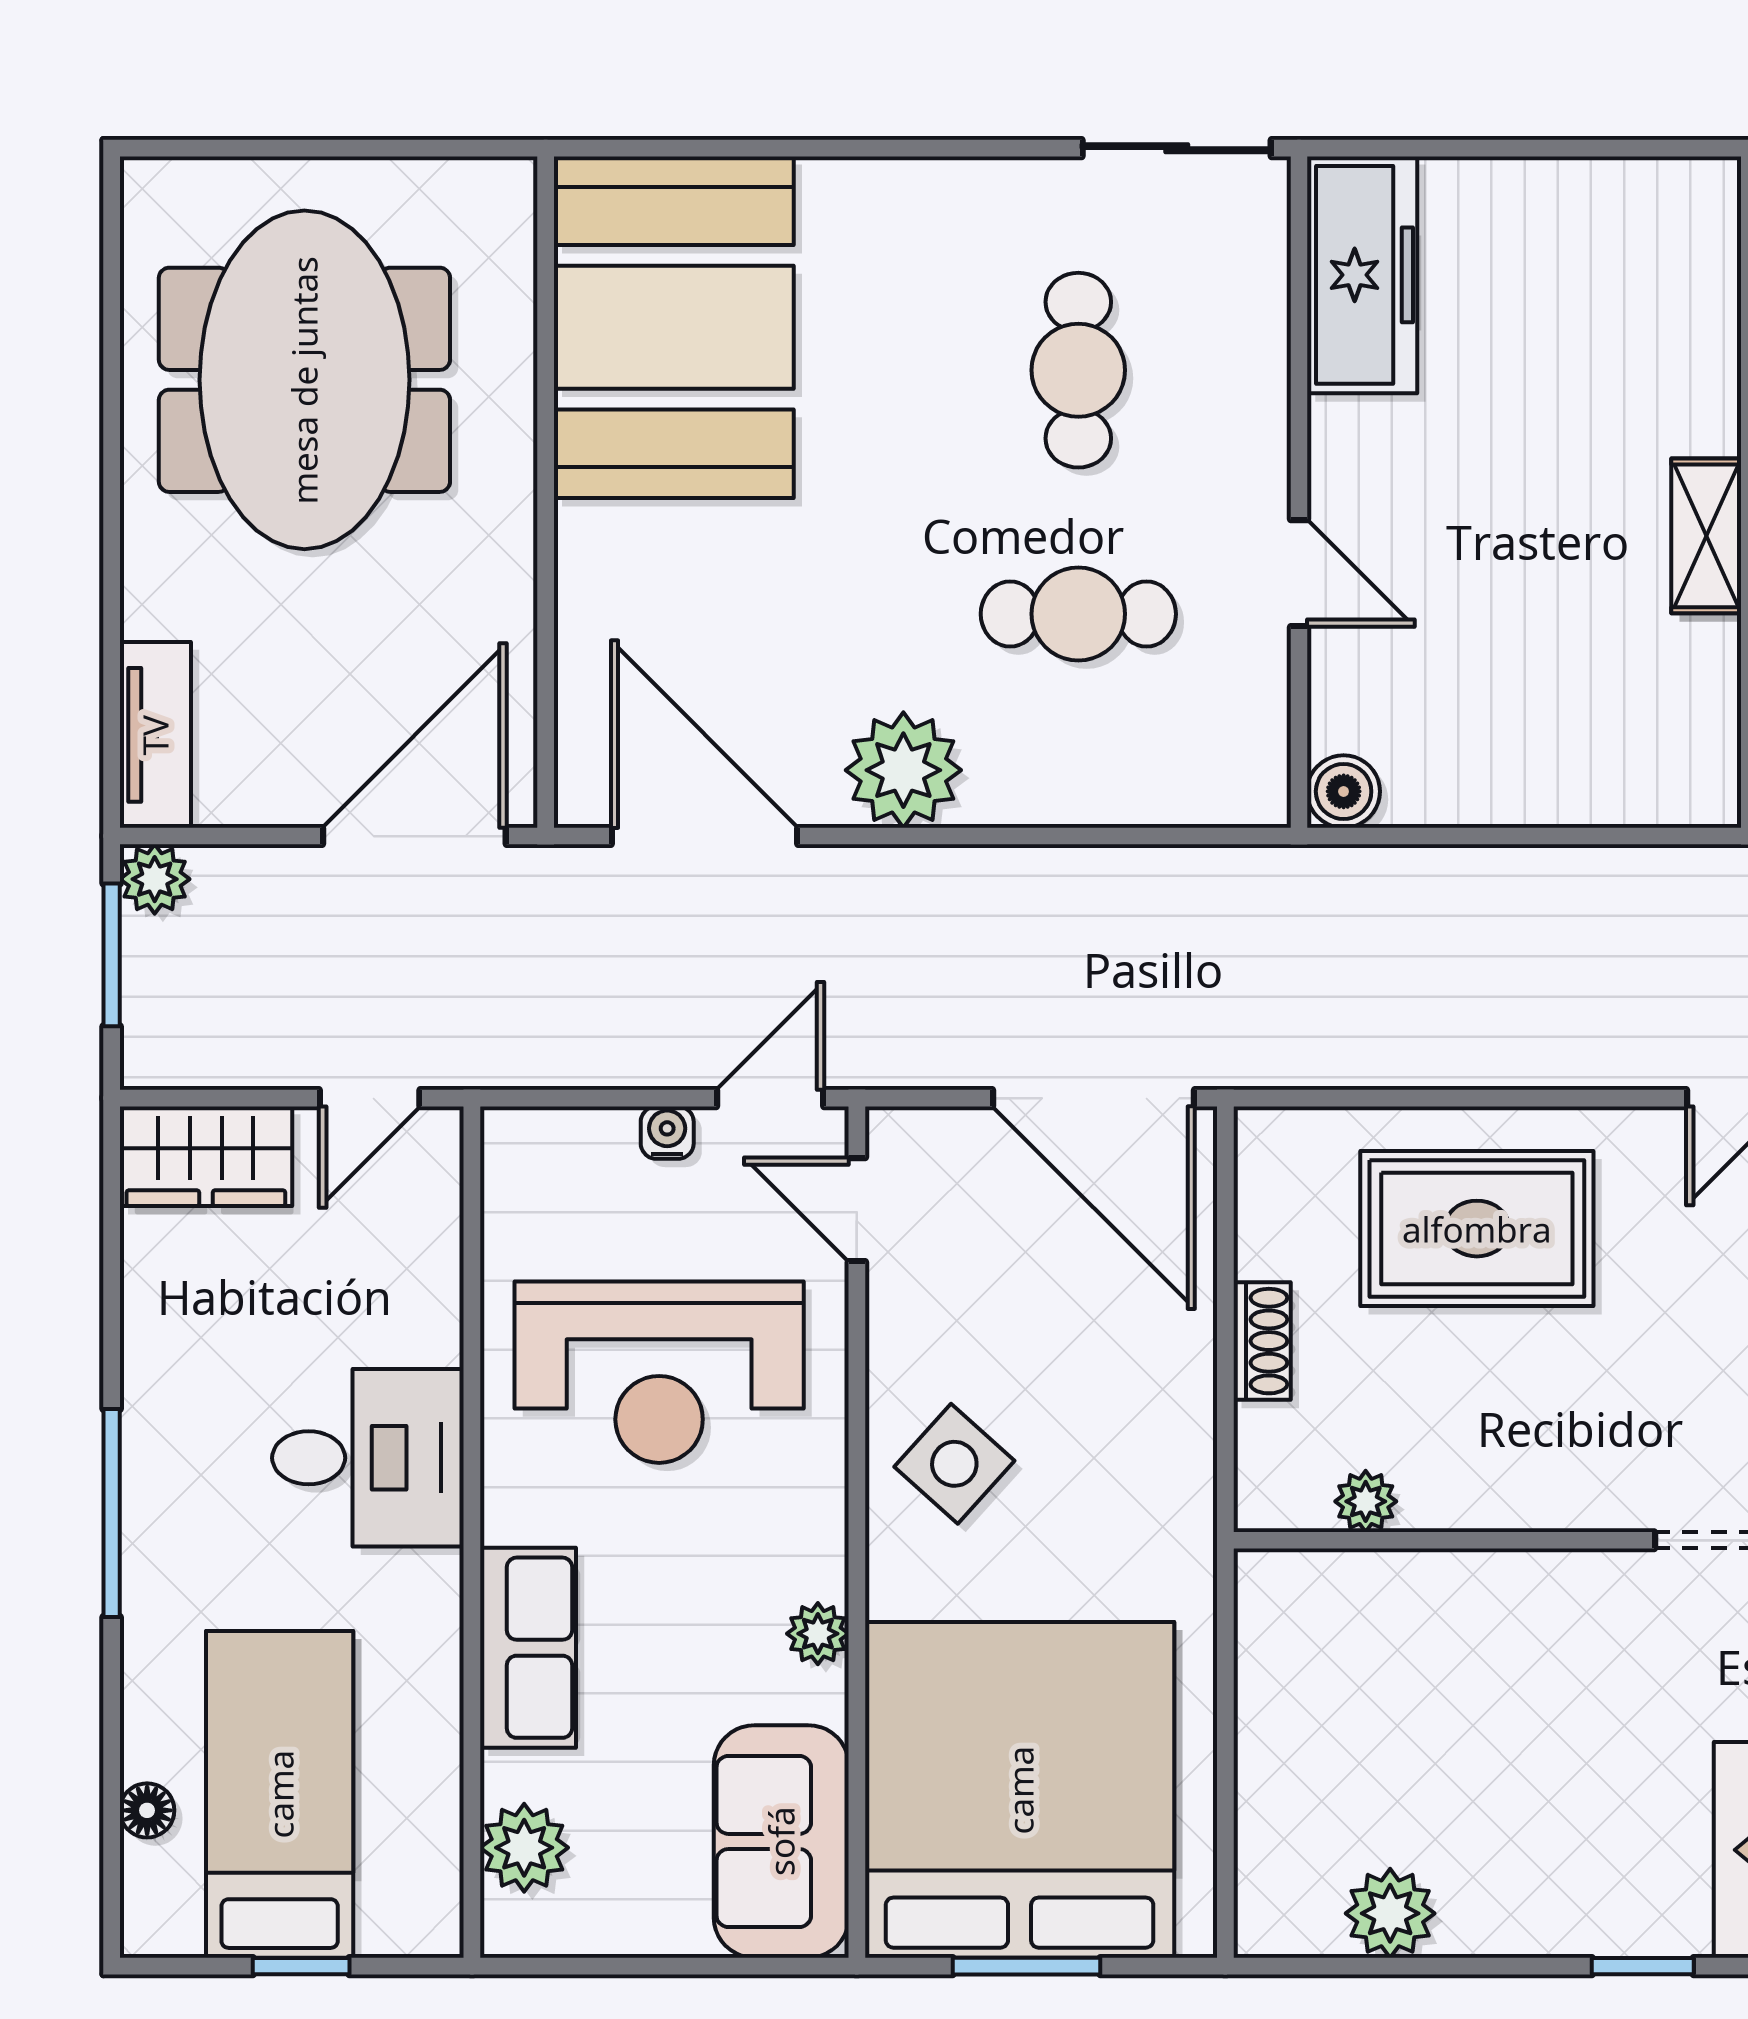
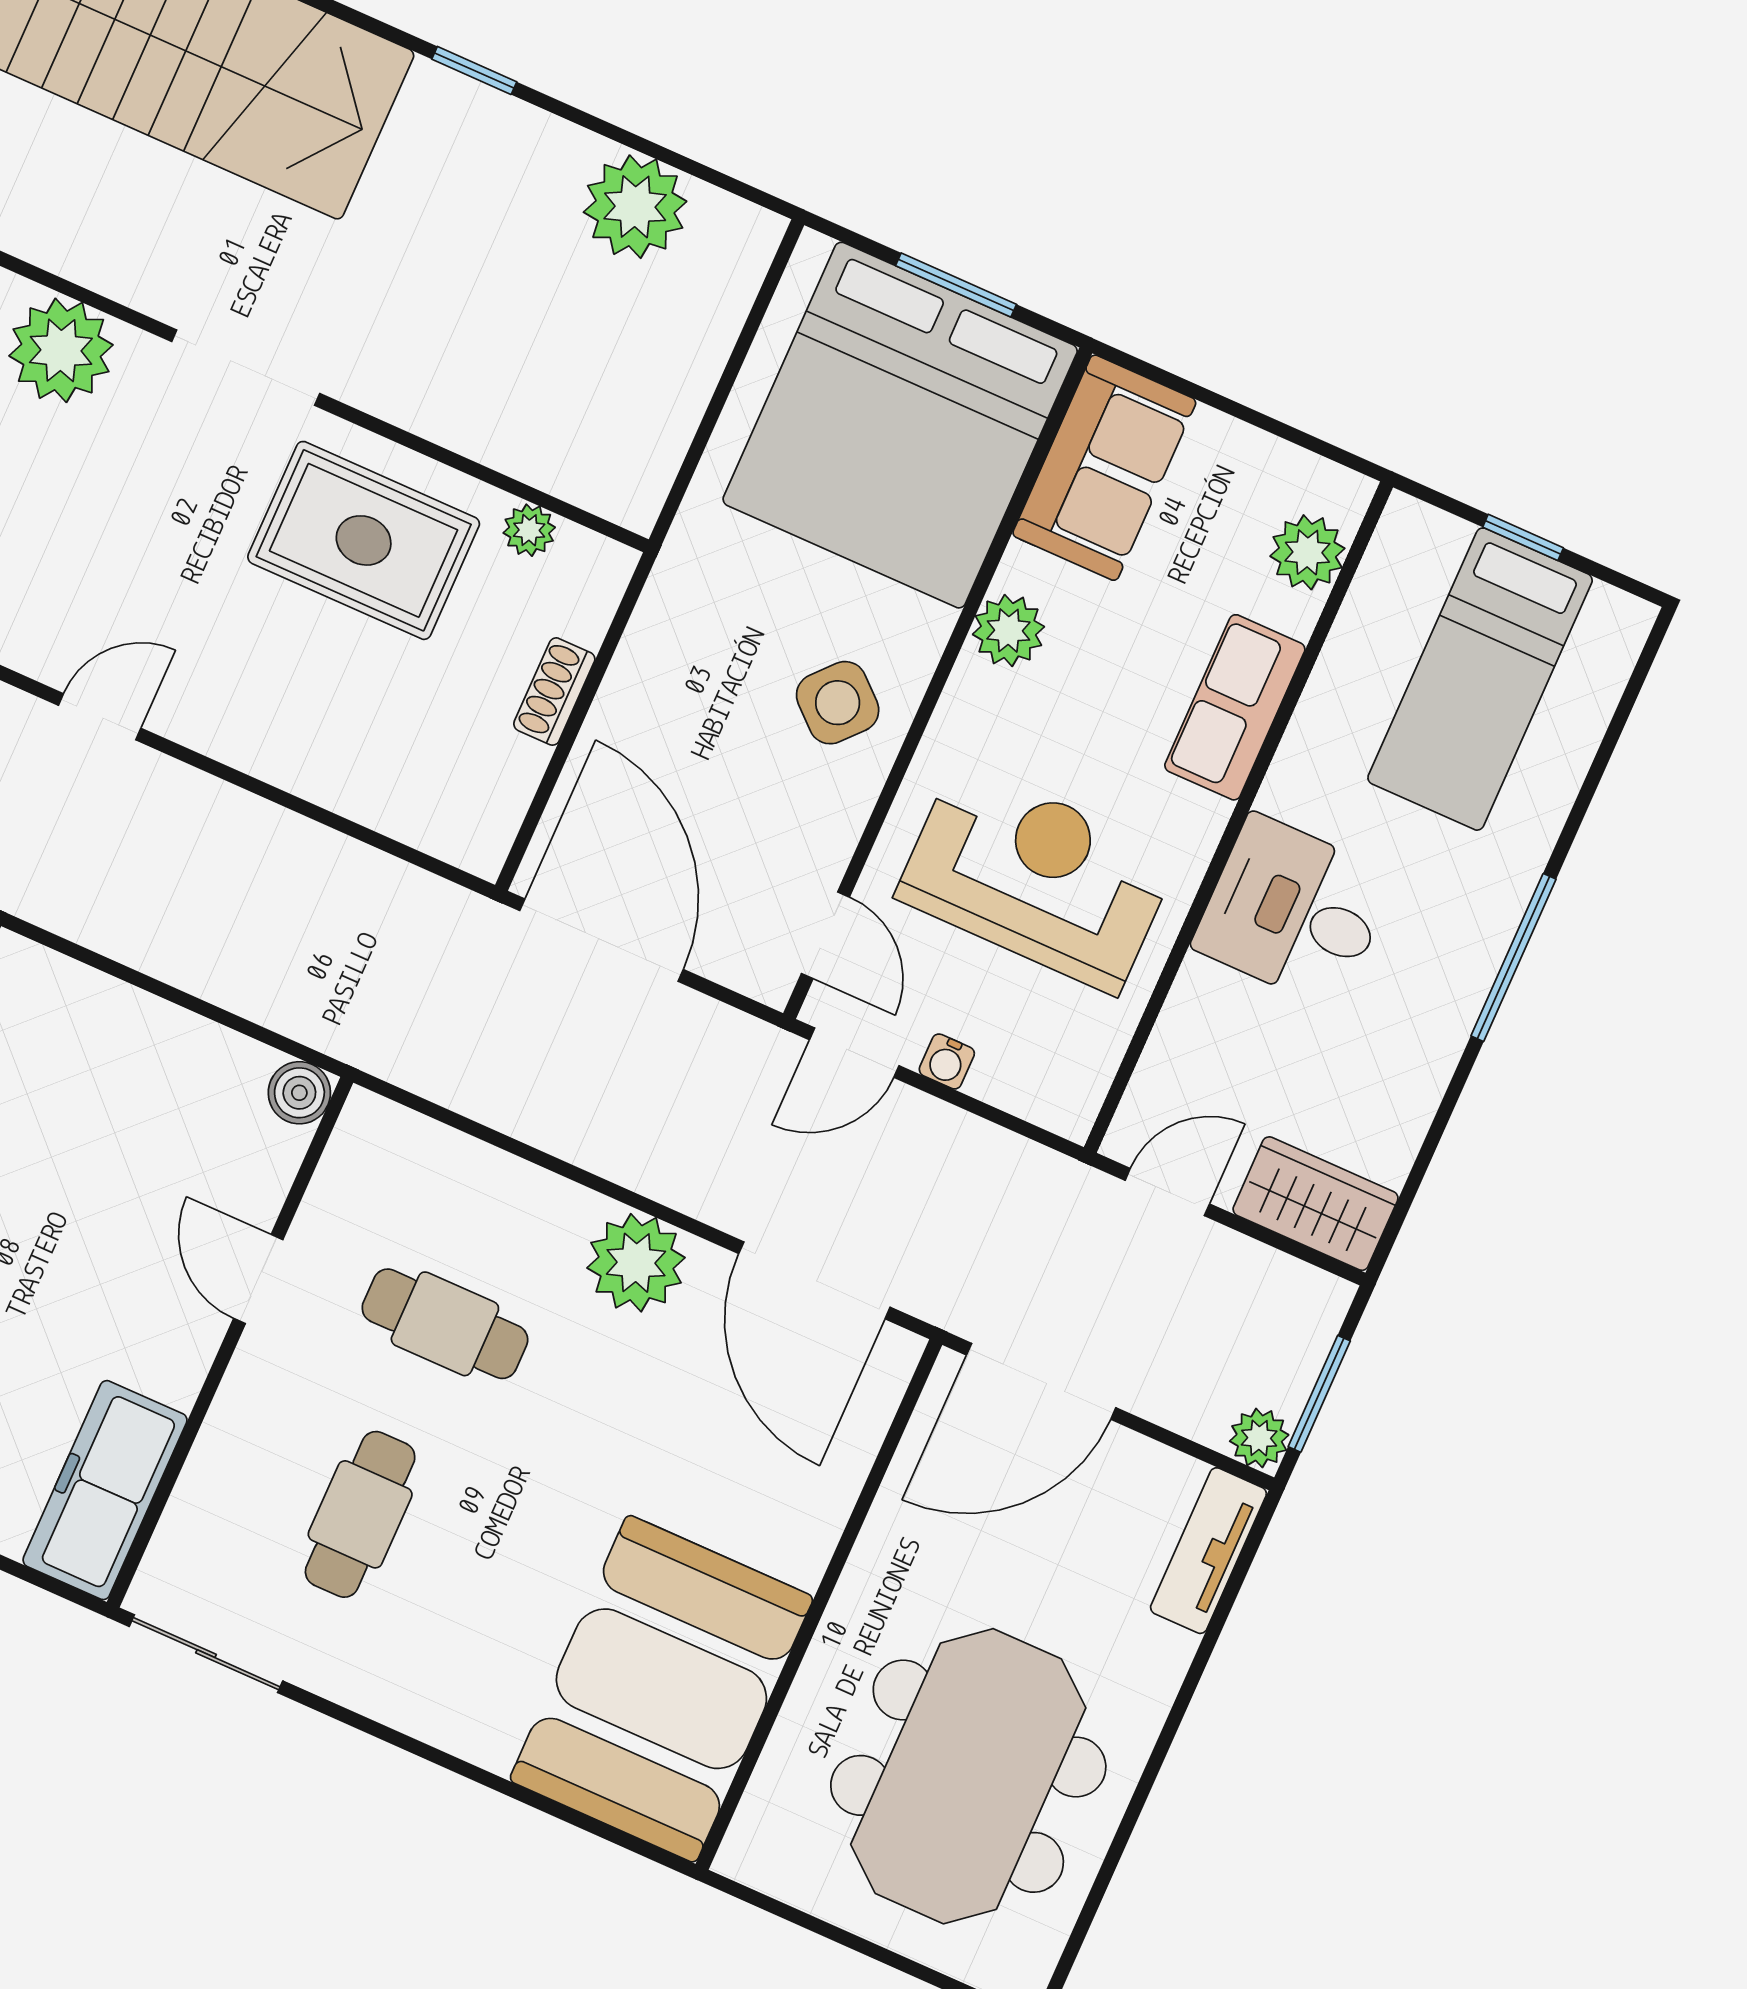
rug: (1477, 1229) -> (364, 540), moved
plant: (818, 1634) -> (1008, 631), width x1.38, depth x1.38
floor lamp: (147, 1810) -> (1589, 713), removed
plant: (1390, 1913) -> (635, 207), width x1.36, depth x1.36

